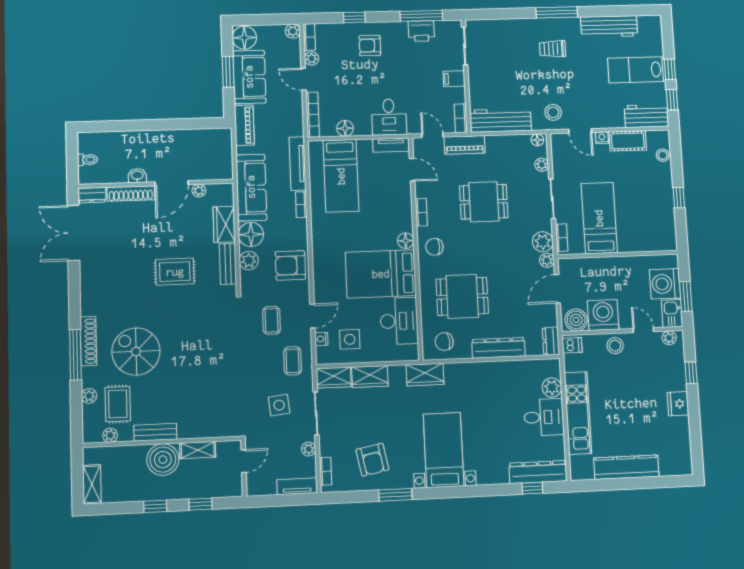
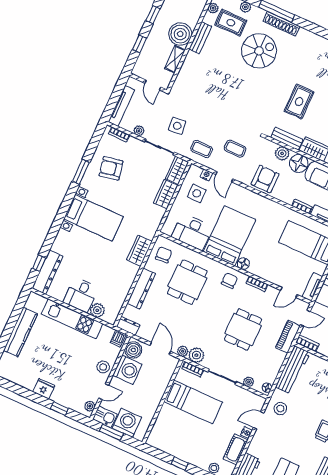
wardrobe: (425, 375) -> (139, 251), moved
tv unit: (297, 486) -> (121, 106), width x1.41

